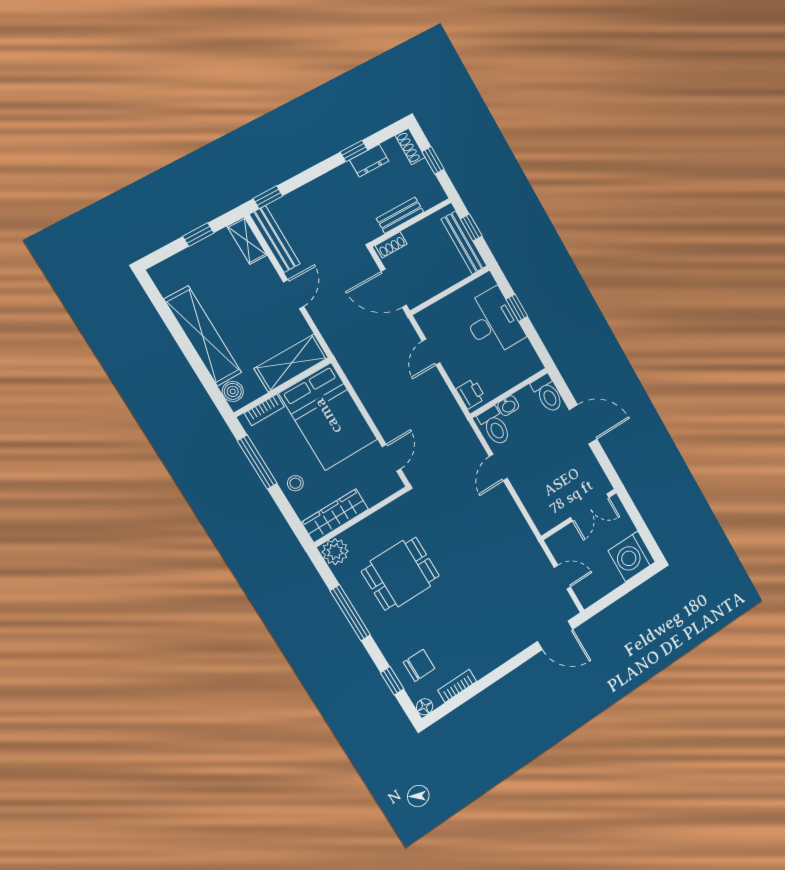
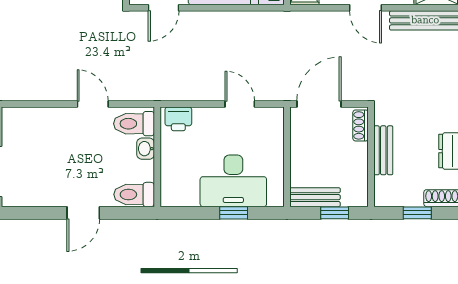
bench: (464, 243) -> (315, 197), width x0.73
door: (583, 424) -> (83, 213), width x0.73
door: (391, 458) -> (164, 8), hinge flipped

